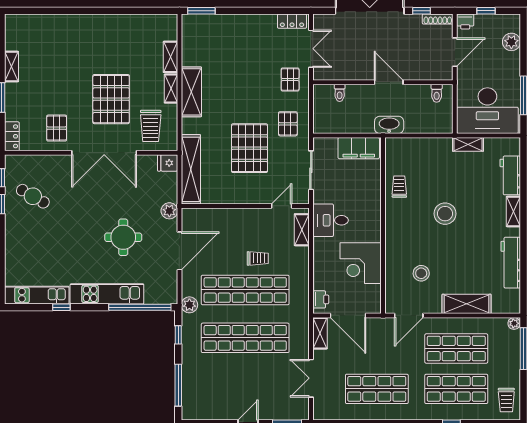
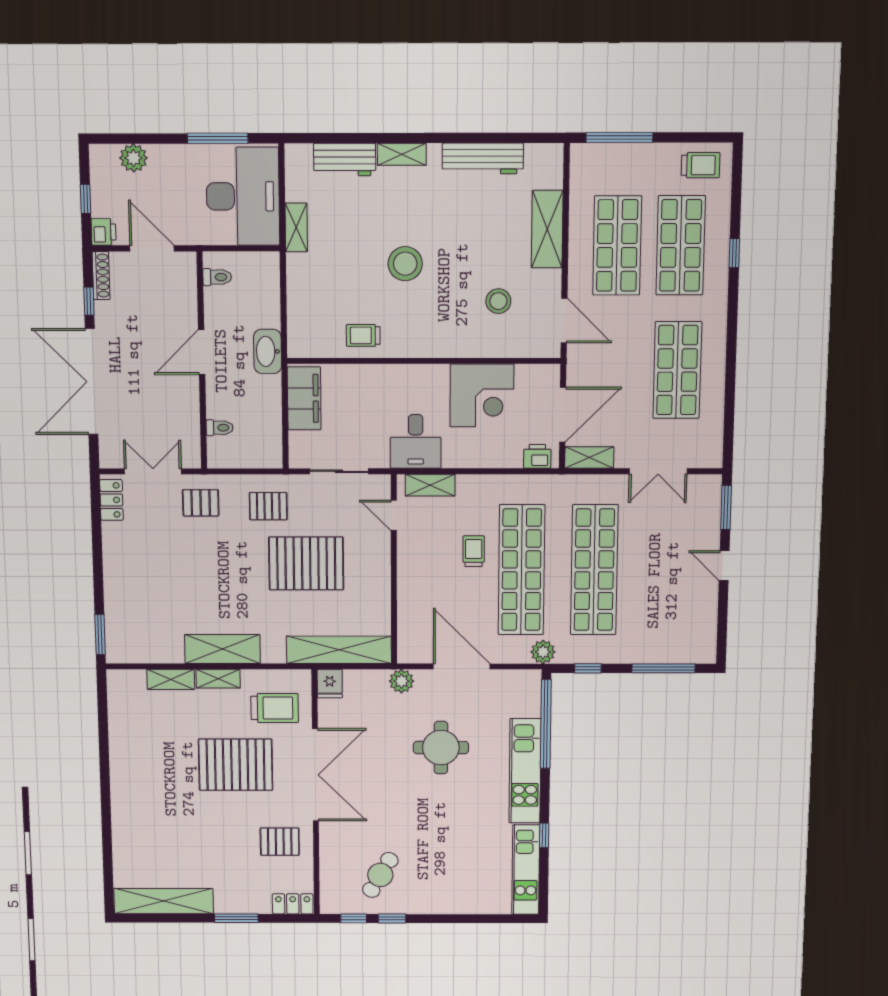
shelving: (11, 67) -> (164, 901), width x2.20, depth x1.33
plant: (514, 323) -> (579, 153), removed

